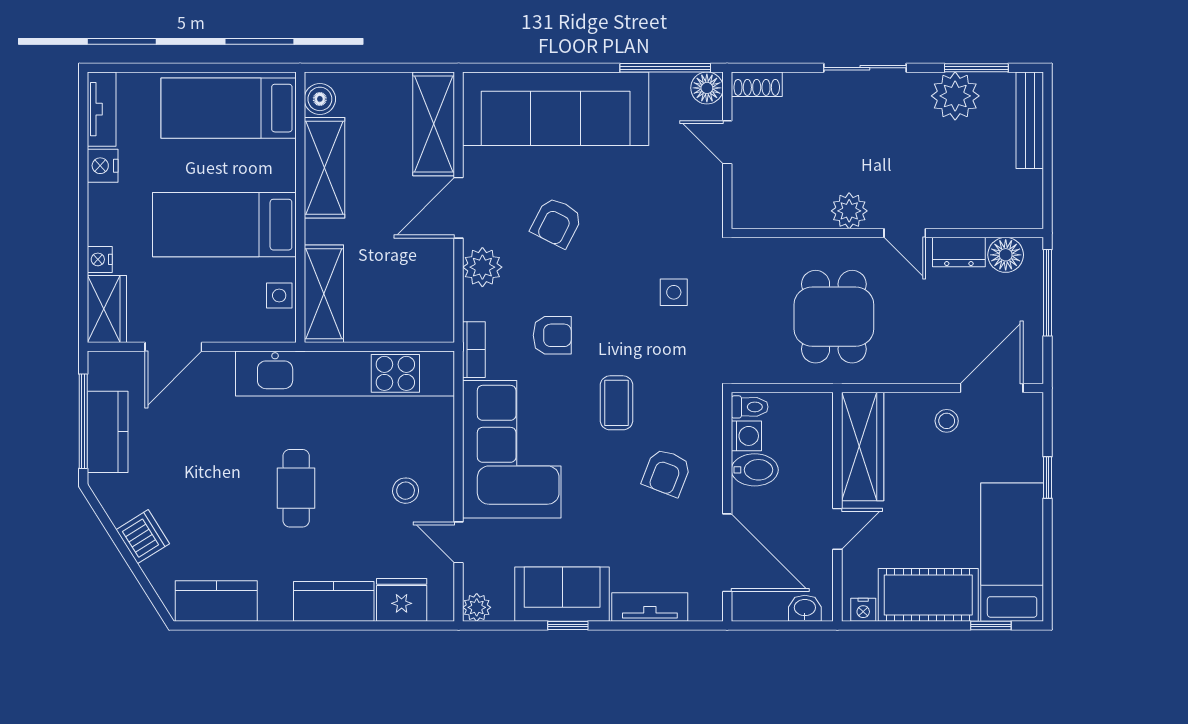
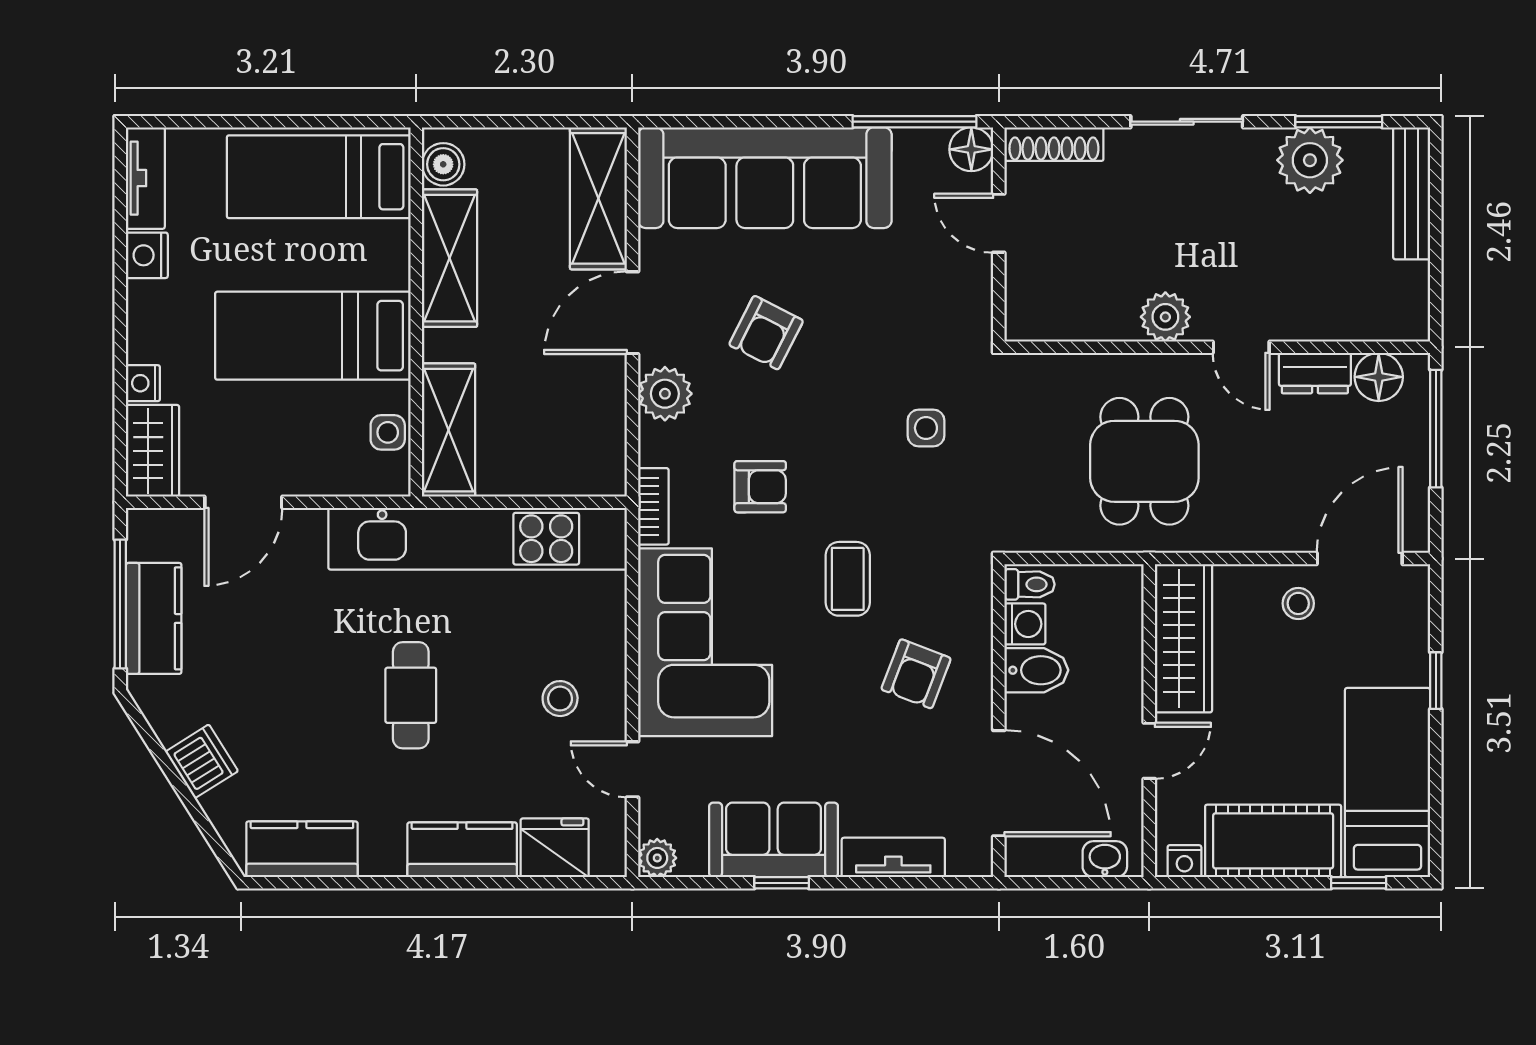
shoe rack: (757, 84) -> (1054, 144), width x1.43

